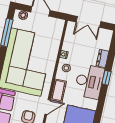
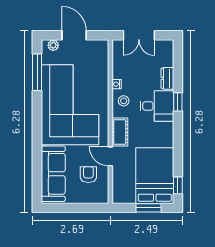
desk: (89, 82) -> (157, 106), width x0.73
door: (47, 107) -> (110, 156), swing flipped

